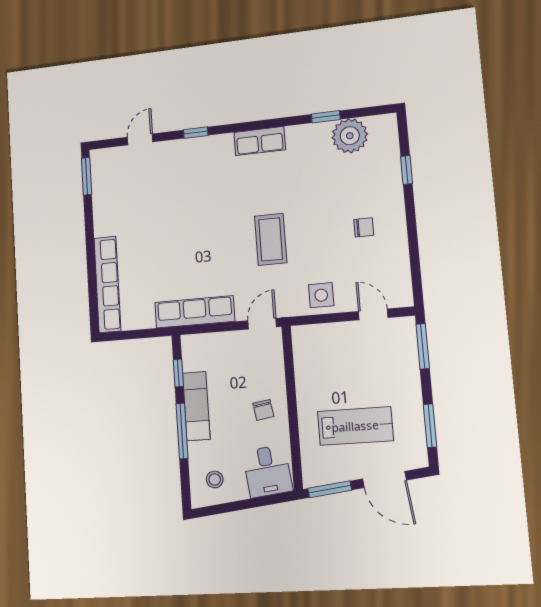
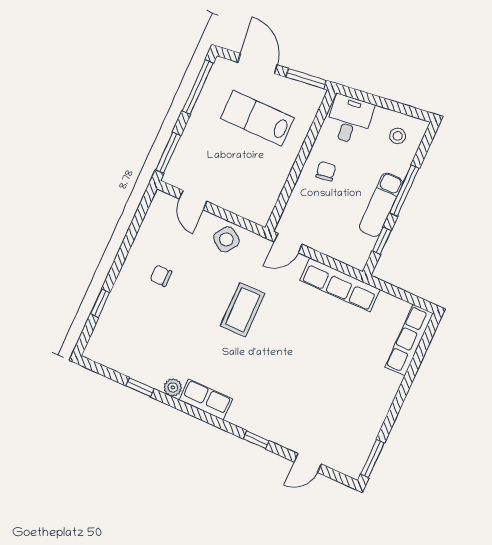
plant: (350, 136) -> (173, 387), moved, width x0.53, depth x0.53
row of seats: (107, 284) -> (409, 340), width x0.73
side table: (321, 295) -> (226, 239), turned 36
window: (430, 426) -> (198, 87), width x1.44

